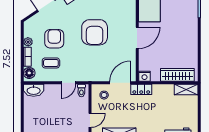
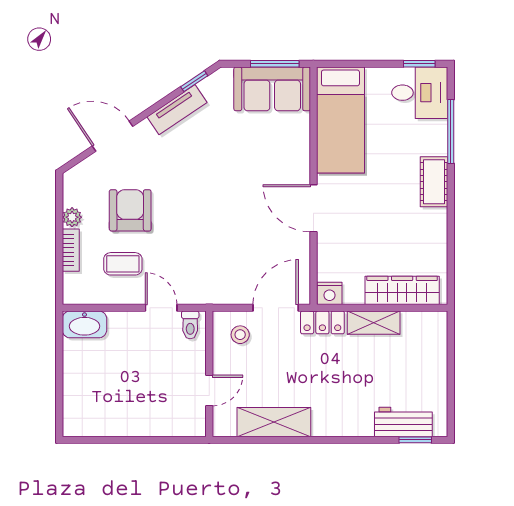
cot: (192, 26) -> (434, 182), added
armchair: (95, 32) -> (219, 196), removed
door: (137, 38) -> (313, 208), swing flipped
floor lamp: (29, 73) -> (75, 286), removed
door: (68, 83) -> (161, 308), swing flipped
shelving: (186, 90) -> (374, 323), moved

